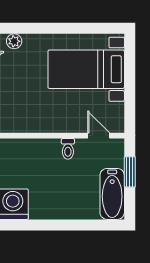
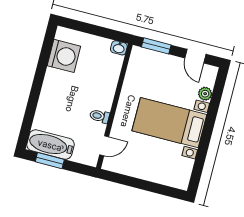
bed with nightstands: (86, 69) -> (169, 123), moved, turned -90
window: (130, 172) -> (50, 161), moved

